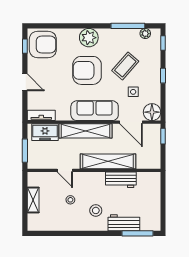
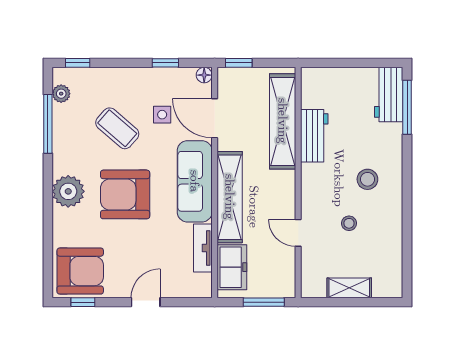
armchair: (43, 44) -> (80, 271), turned 90
armchair: (87, 70) -> (125, 194), turned 90
window: (163, 76) -> (165, 63), moved
floor lamp: (152, 112) -> (204, 75), width x0.53, depth x0.53
tv unit: (41, 115) -> (203, 248), moved
door: (131, 122) -> (215, 118), swing flipped
shelving: (108, 161) -> (283, 121), moved
door: (65, 170) -> (298, 233), swing flipped
workbench: (124, 223) -> (389, 94), moved

